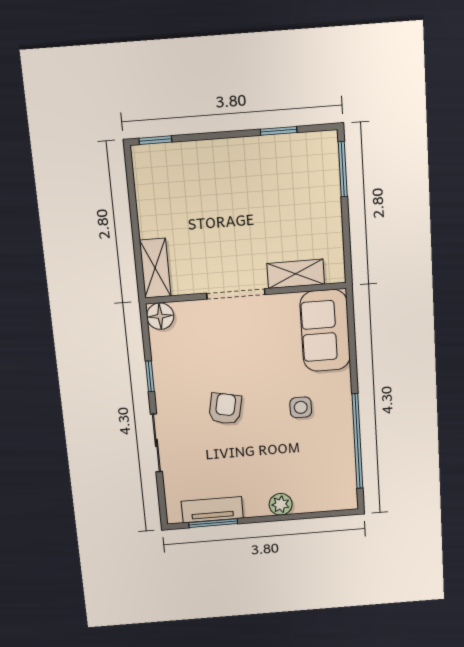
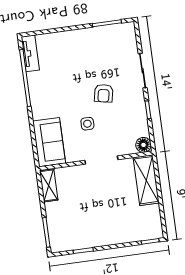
shelving: (155, 268) -> (146, 180), width x1.50, depth x1.33
shelving: (296, 274) -> (49, 185), moved, turned 90
side table: (301, 407) -> (87, 124), moved
plant: (281, 504) -> (68, 37), removed
tv unit: (212, 510) -> (30, 53), moved, turned -90

